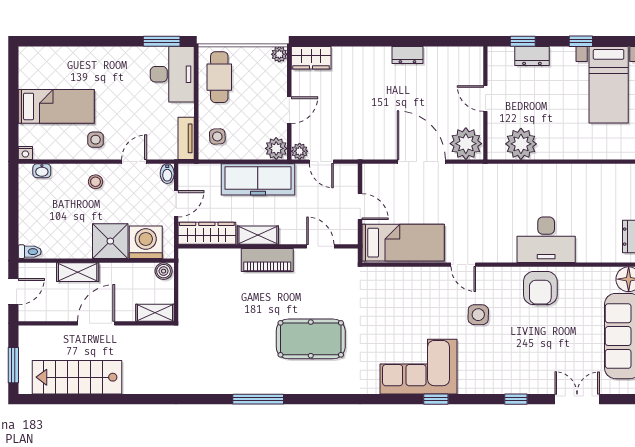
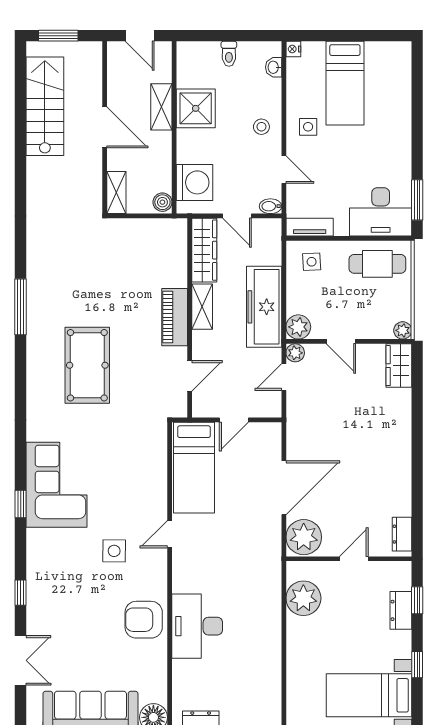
dresser: (407, 55) -> (402, 534), moved
shower: (110, 241) -> (196, 108), moved
toilet: (30, 252) -> (229, 54), moved

